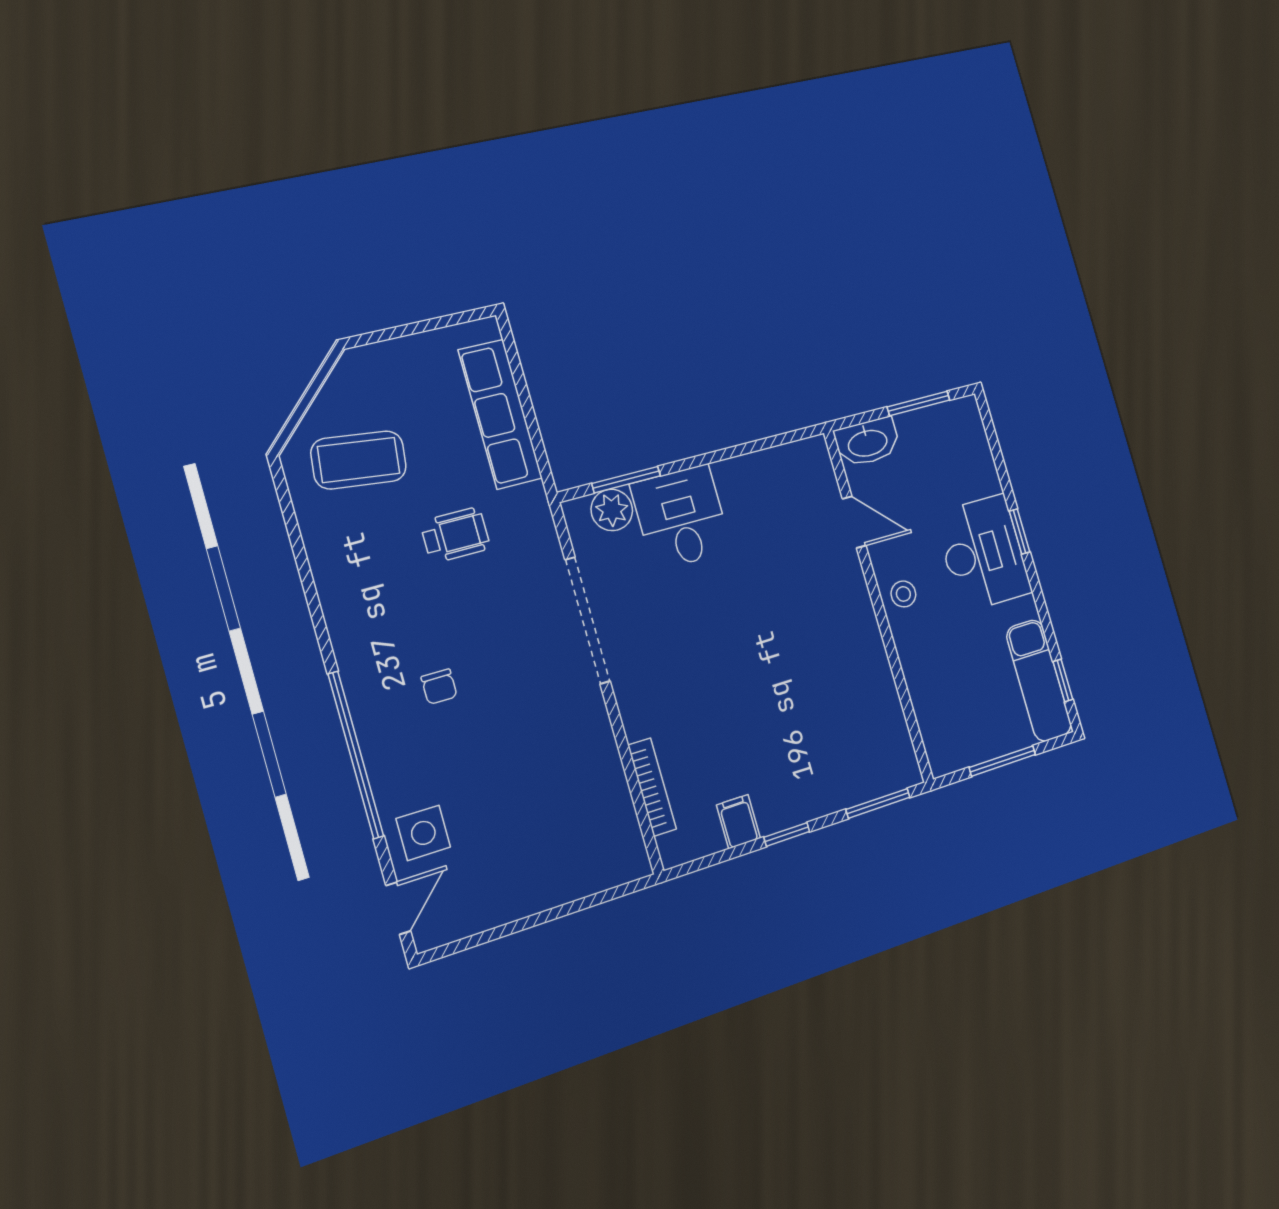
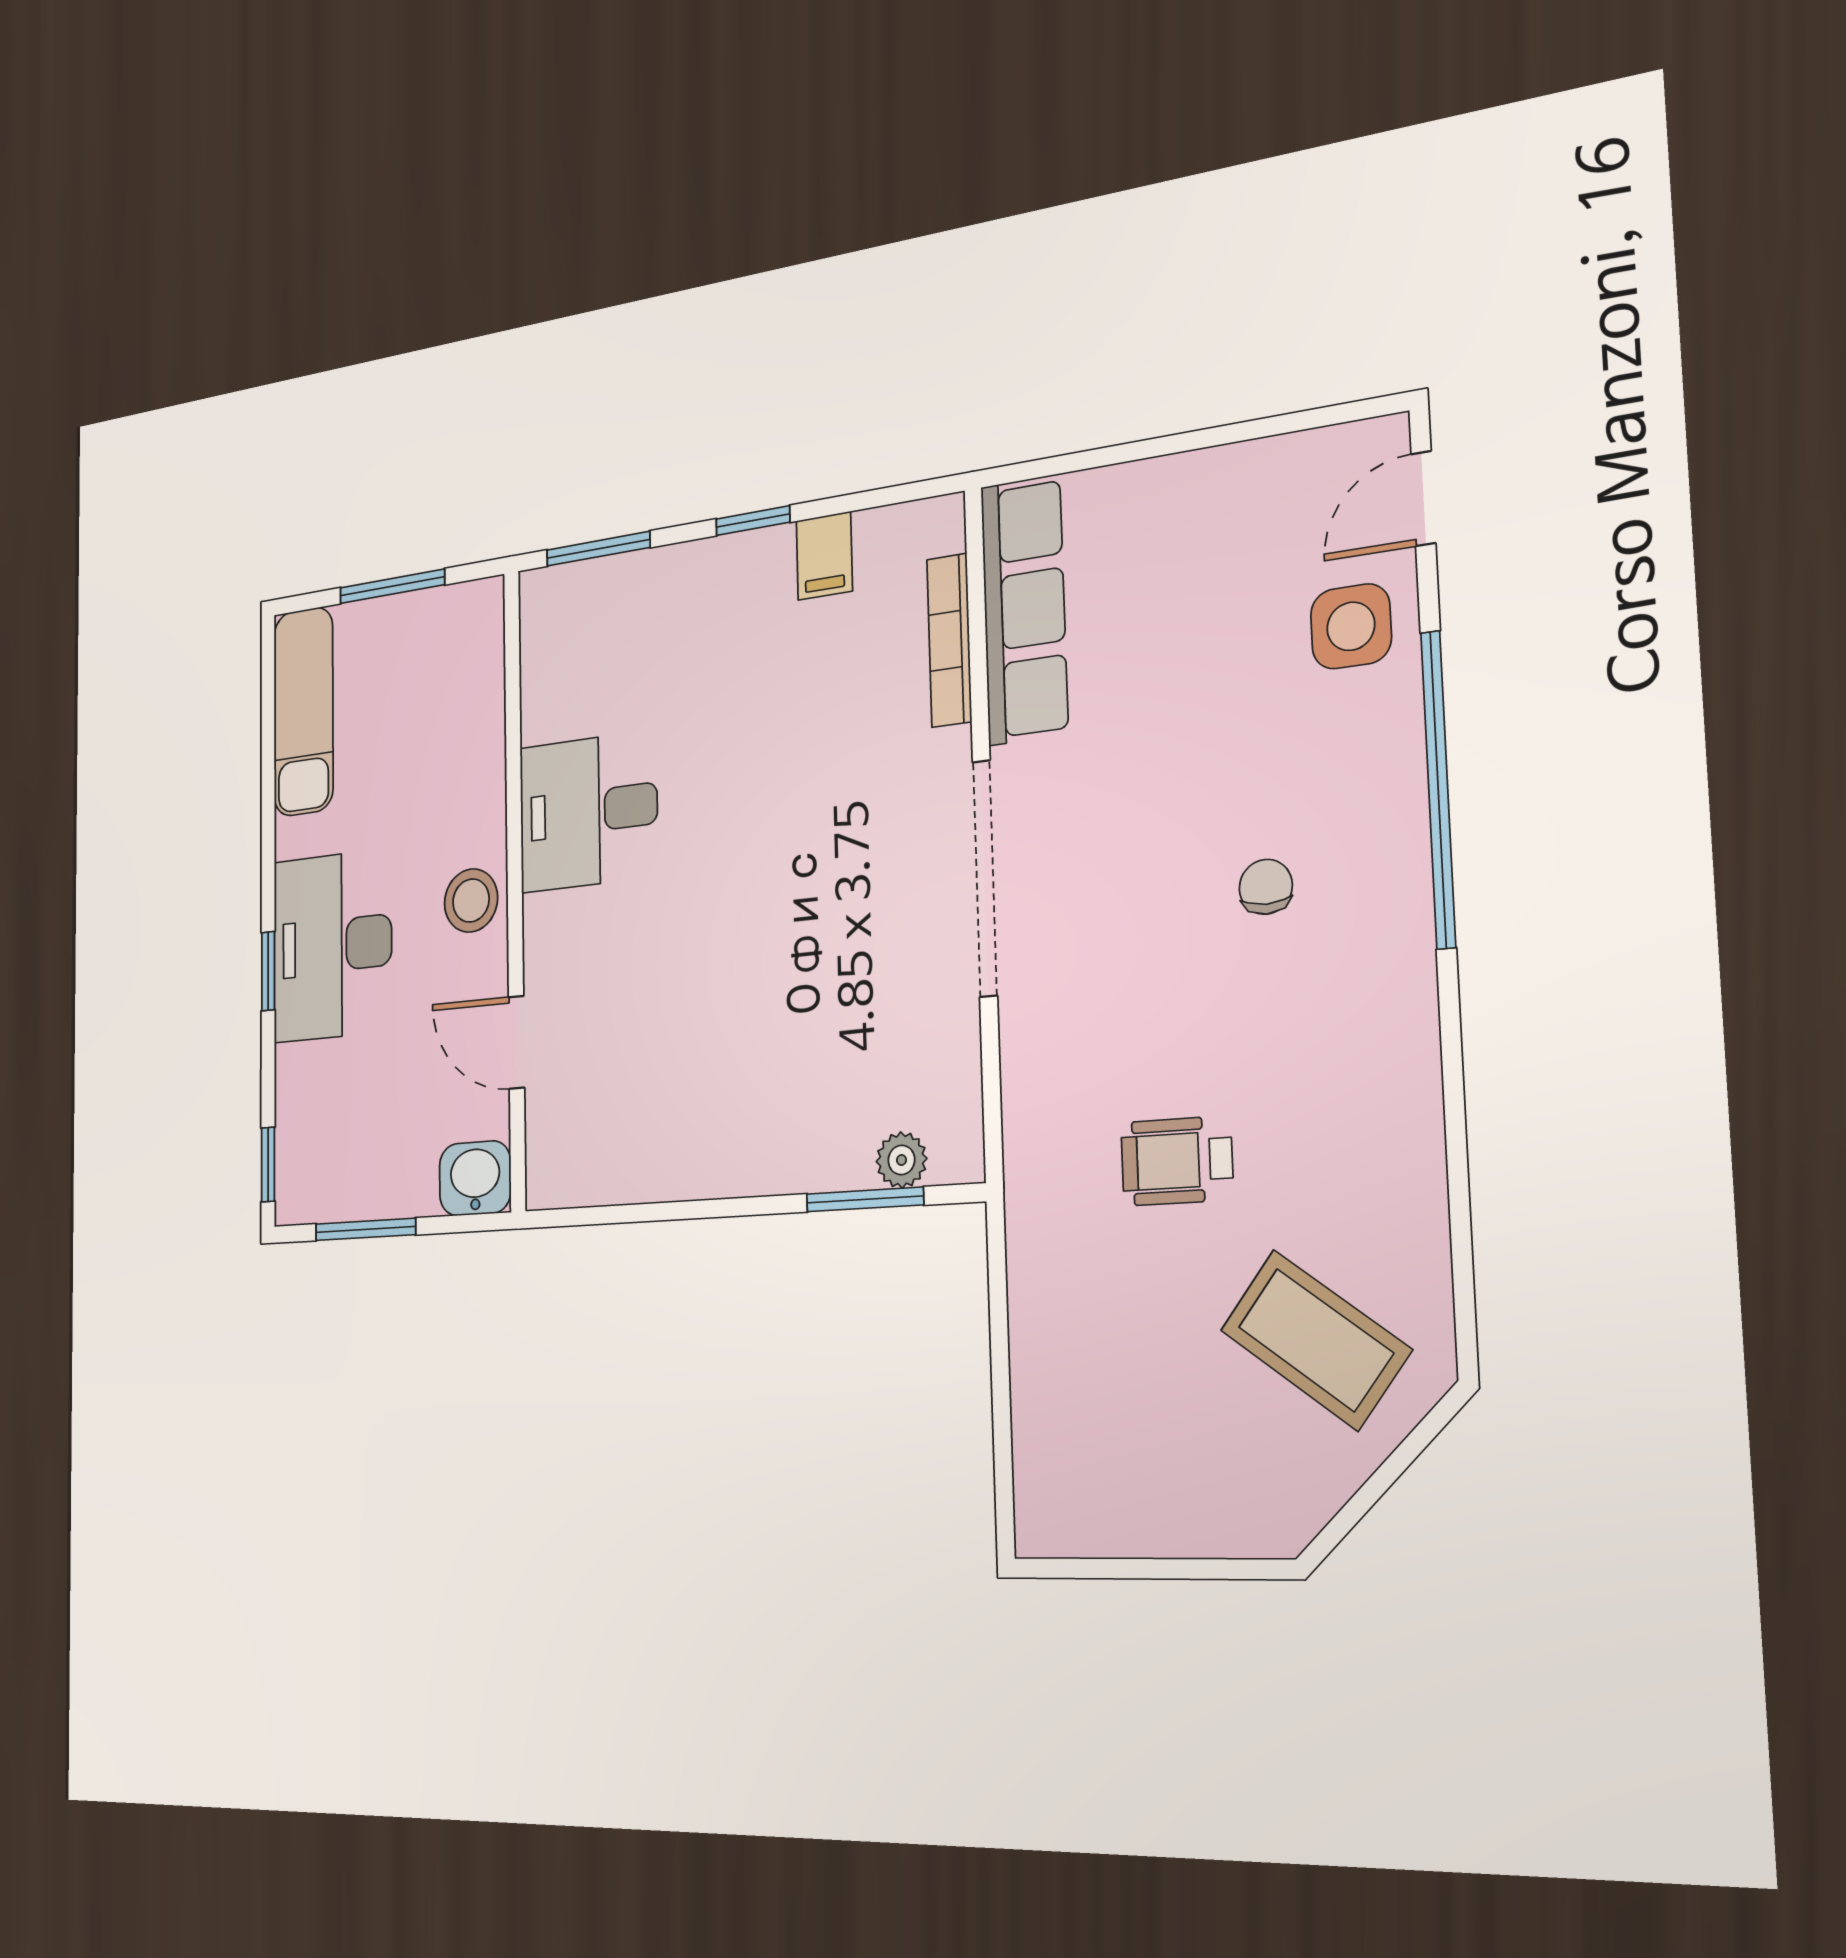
row of seats: (500, 414) -> (1024, 610), moved
washbasin: (867, 442) -> (475, 1178), width x0.72
coffee table: (359, 460) -> (1315, 1340), turned 30
plant: (612, 510) -> (901, 1160), width x0.73, depth x0.73
desk: (681, 517) -> (588, 812), moved, turned 90
stool: (903, 594) -> (471, 901), width x1.37, depth x1.37
doorway: (587, 620) -> (985, 878), moved
window: (1063, 680) -> (268, 1165), moved

